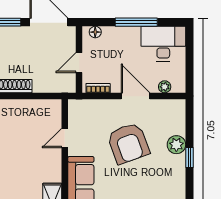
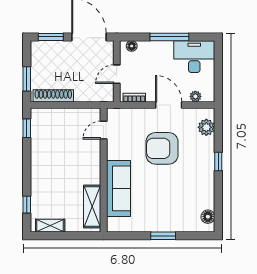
door: (65, 138) -> (104, 130), moved
armchair: (128, 143) -> (162, 148), turned 110
plant: (176, 145) -> (206, 127), moved

